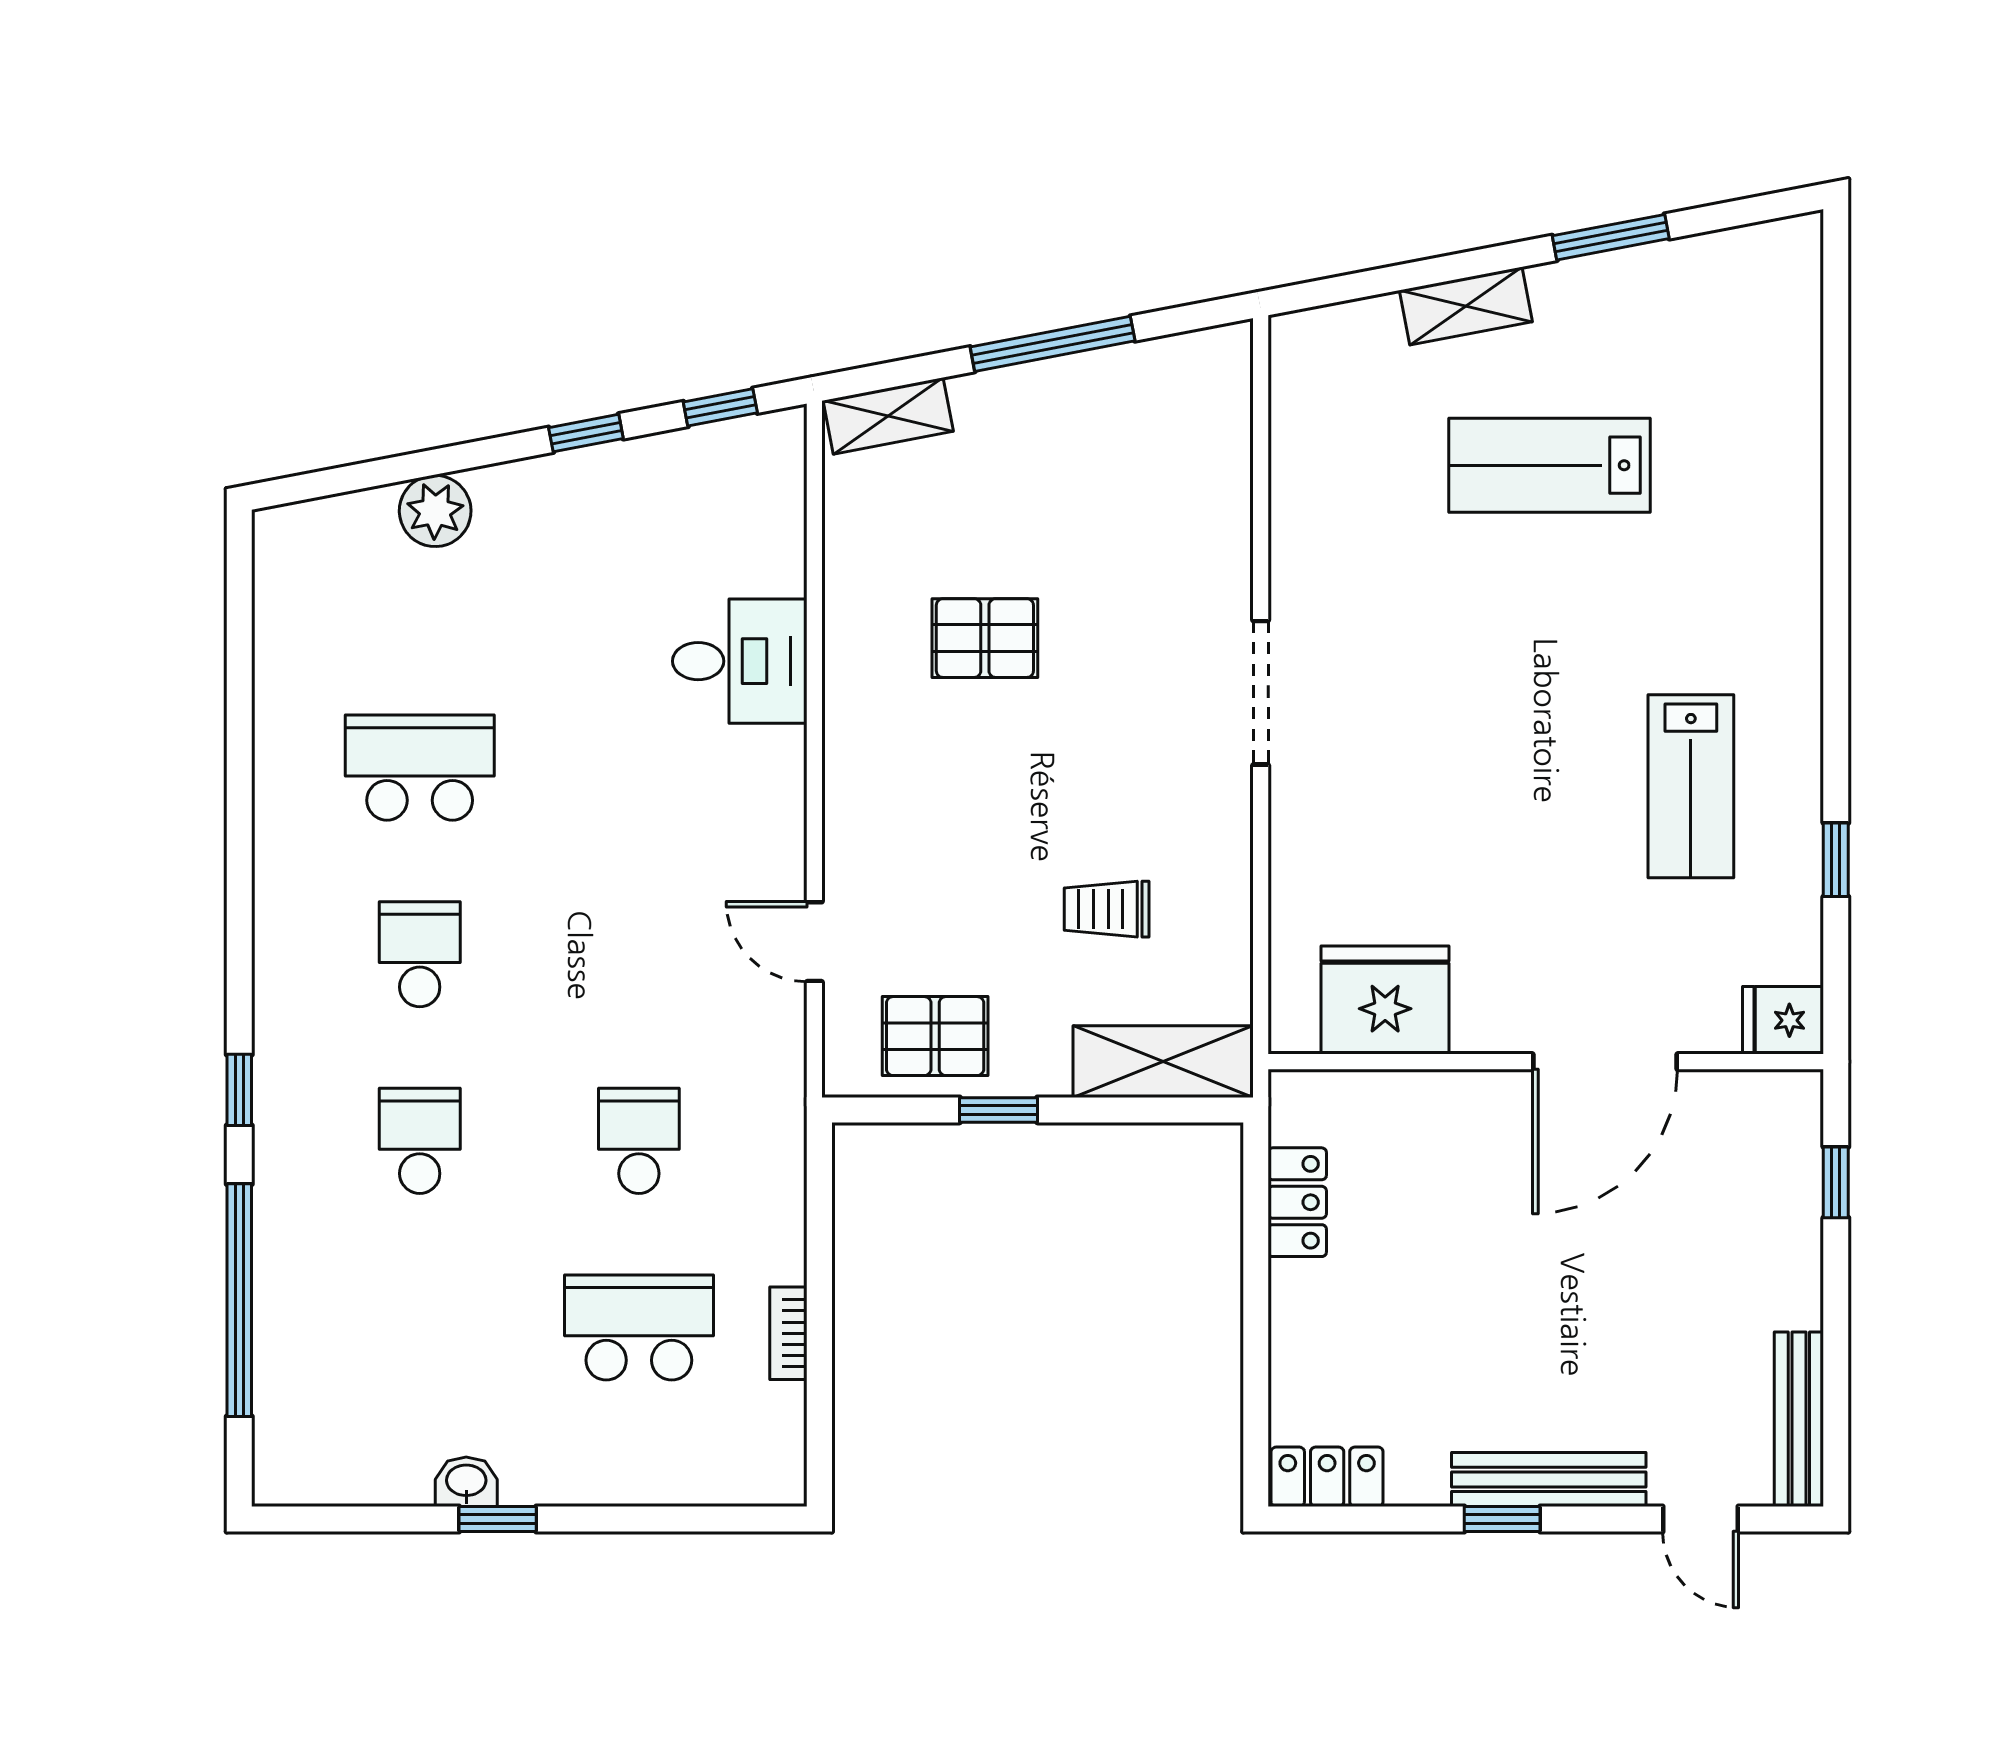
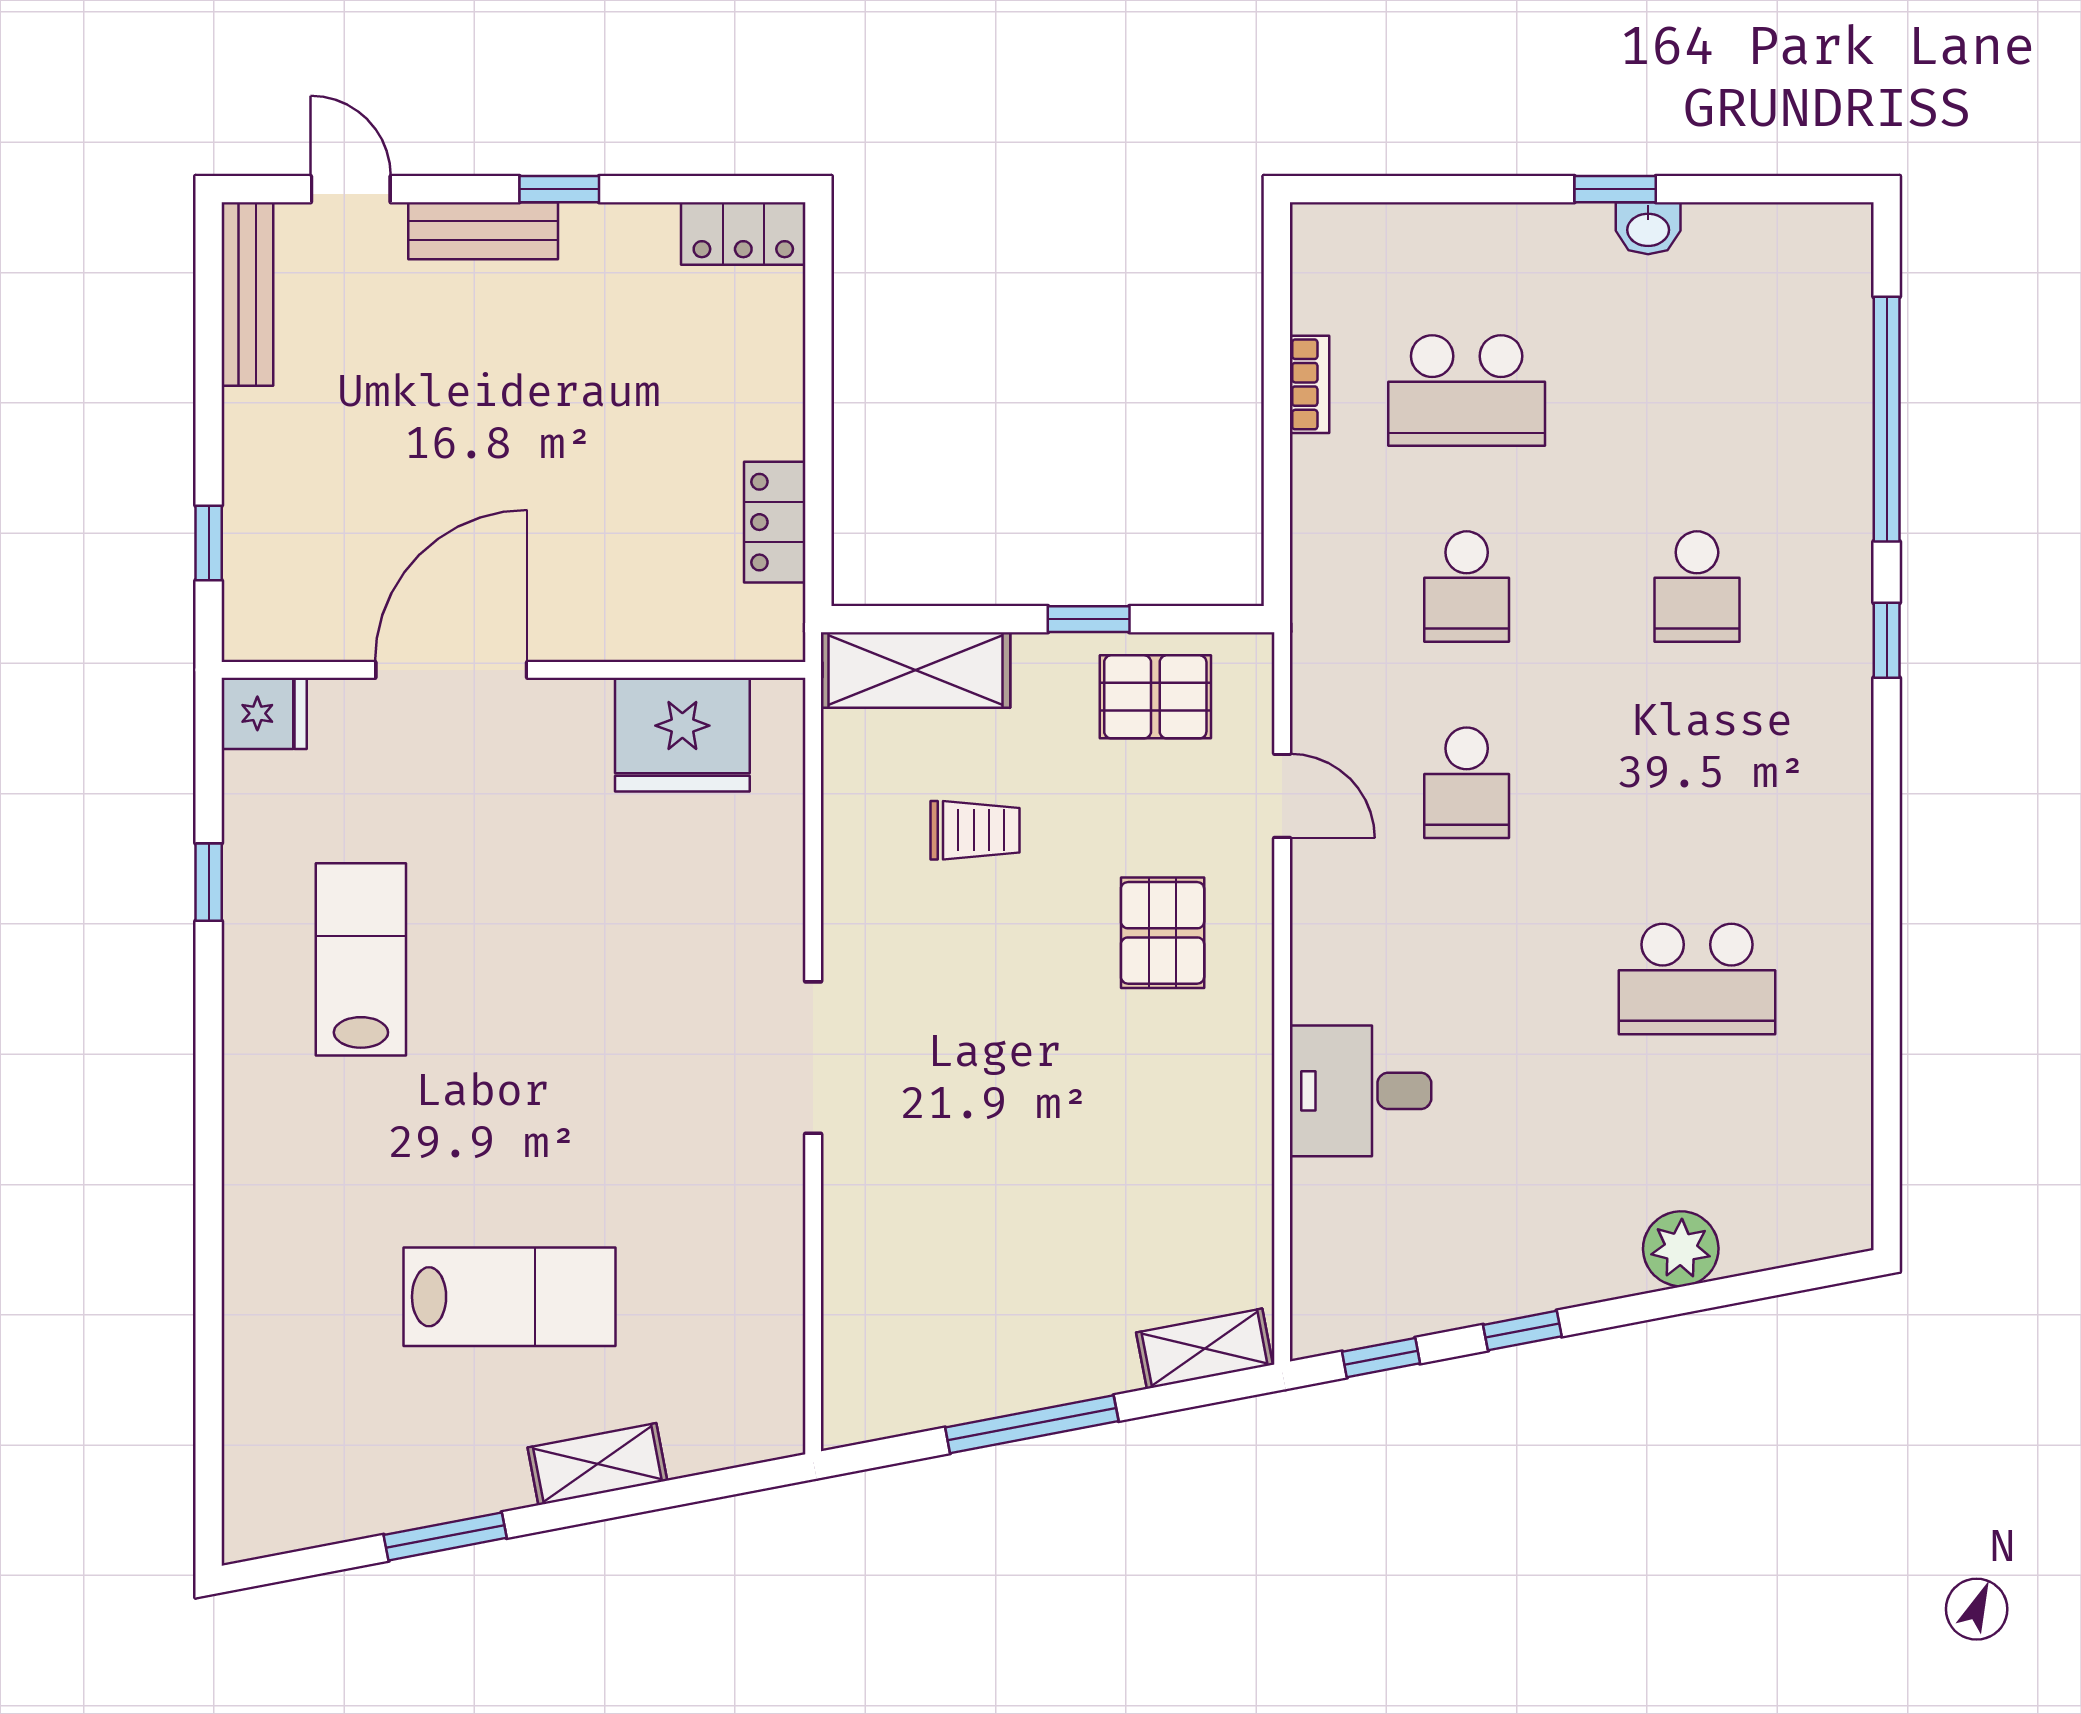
pallet: (985, 638) -> (1163, 933), moved, turned 90
school desk: (420, 954) -> (1467, 783), moved
bench: (1549, 1479) -> (483, 231), width x0.73

